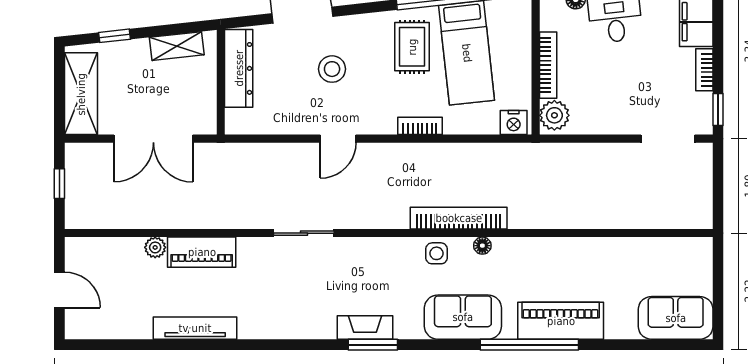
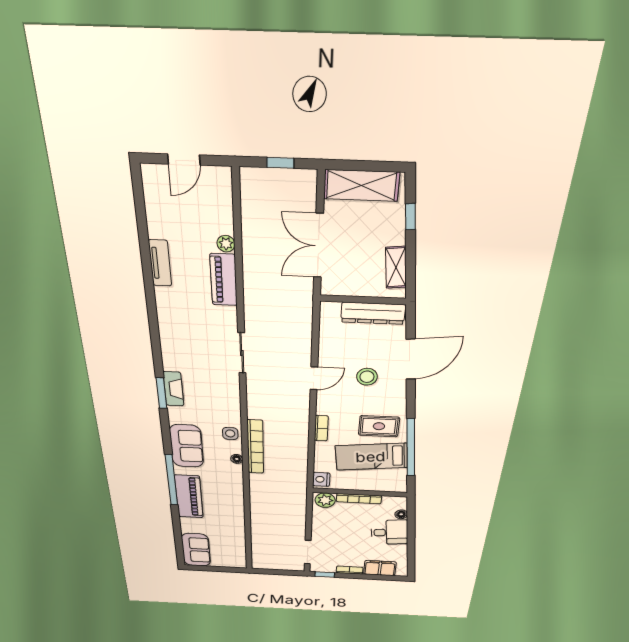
door: (338, 139) -> (314, 378), swing flipped
tv unit: (195, 328) -> (160, 263), width x0.71

